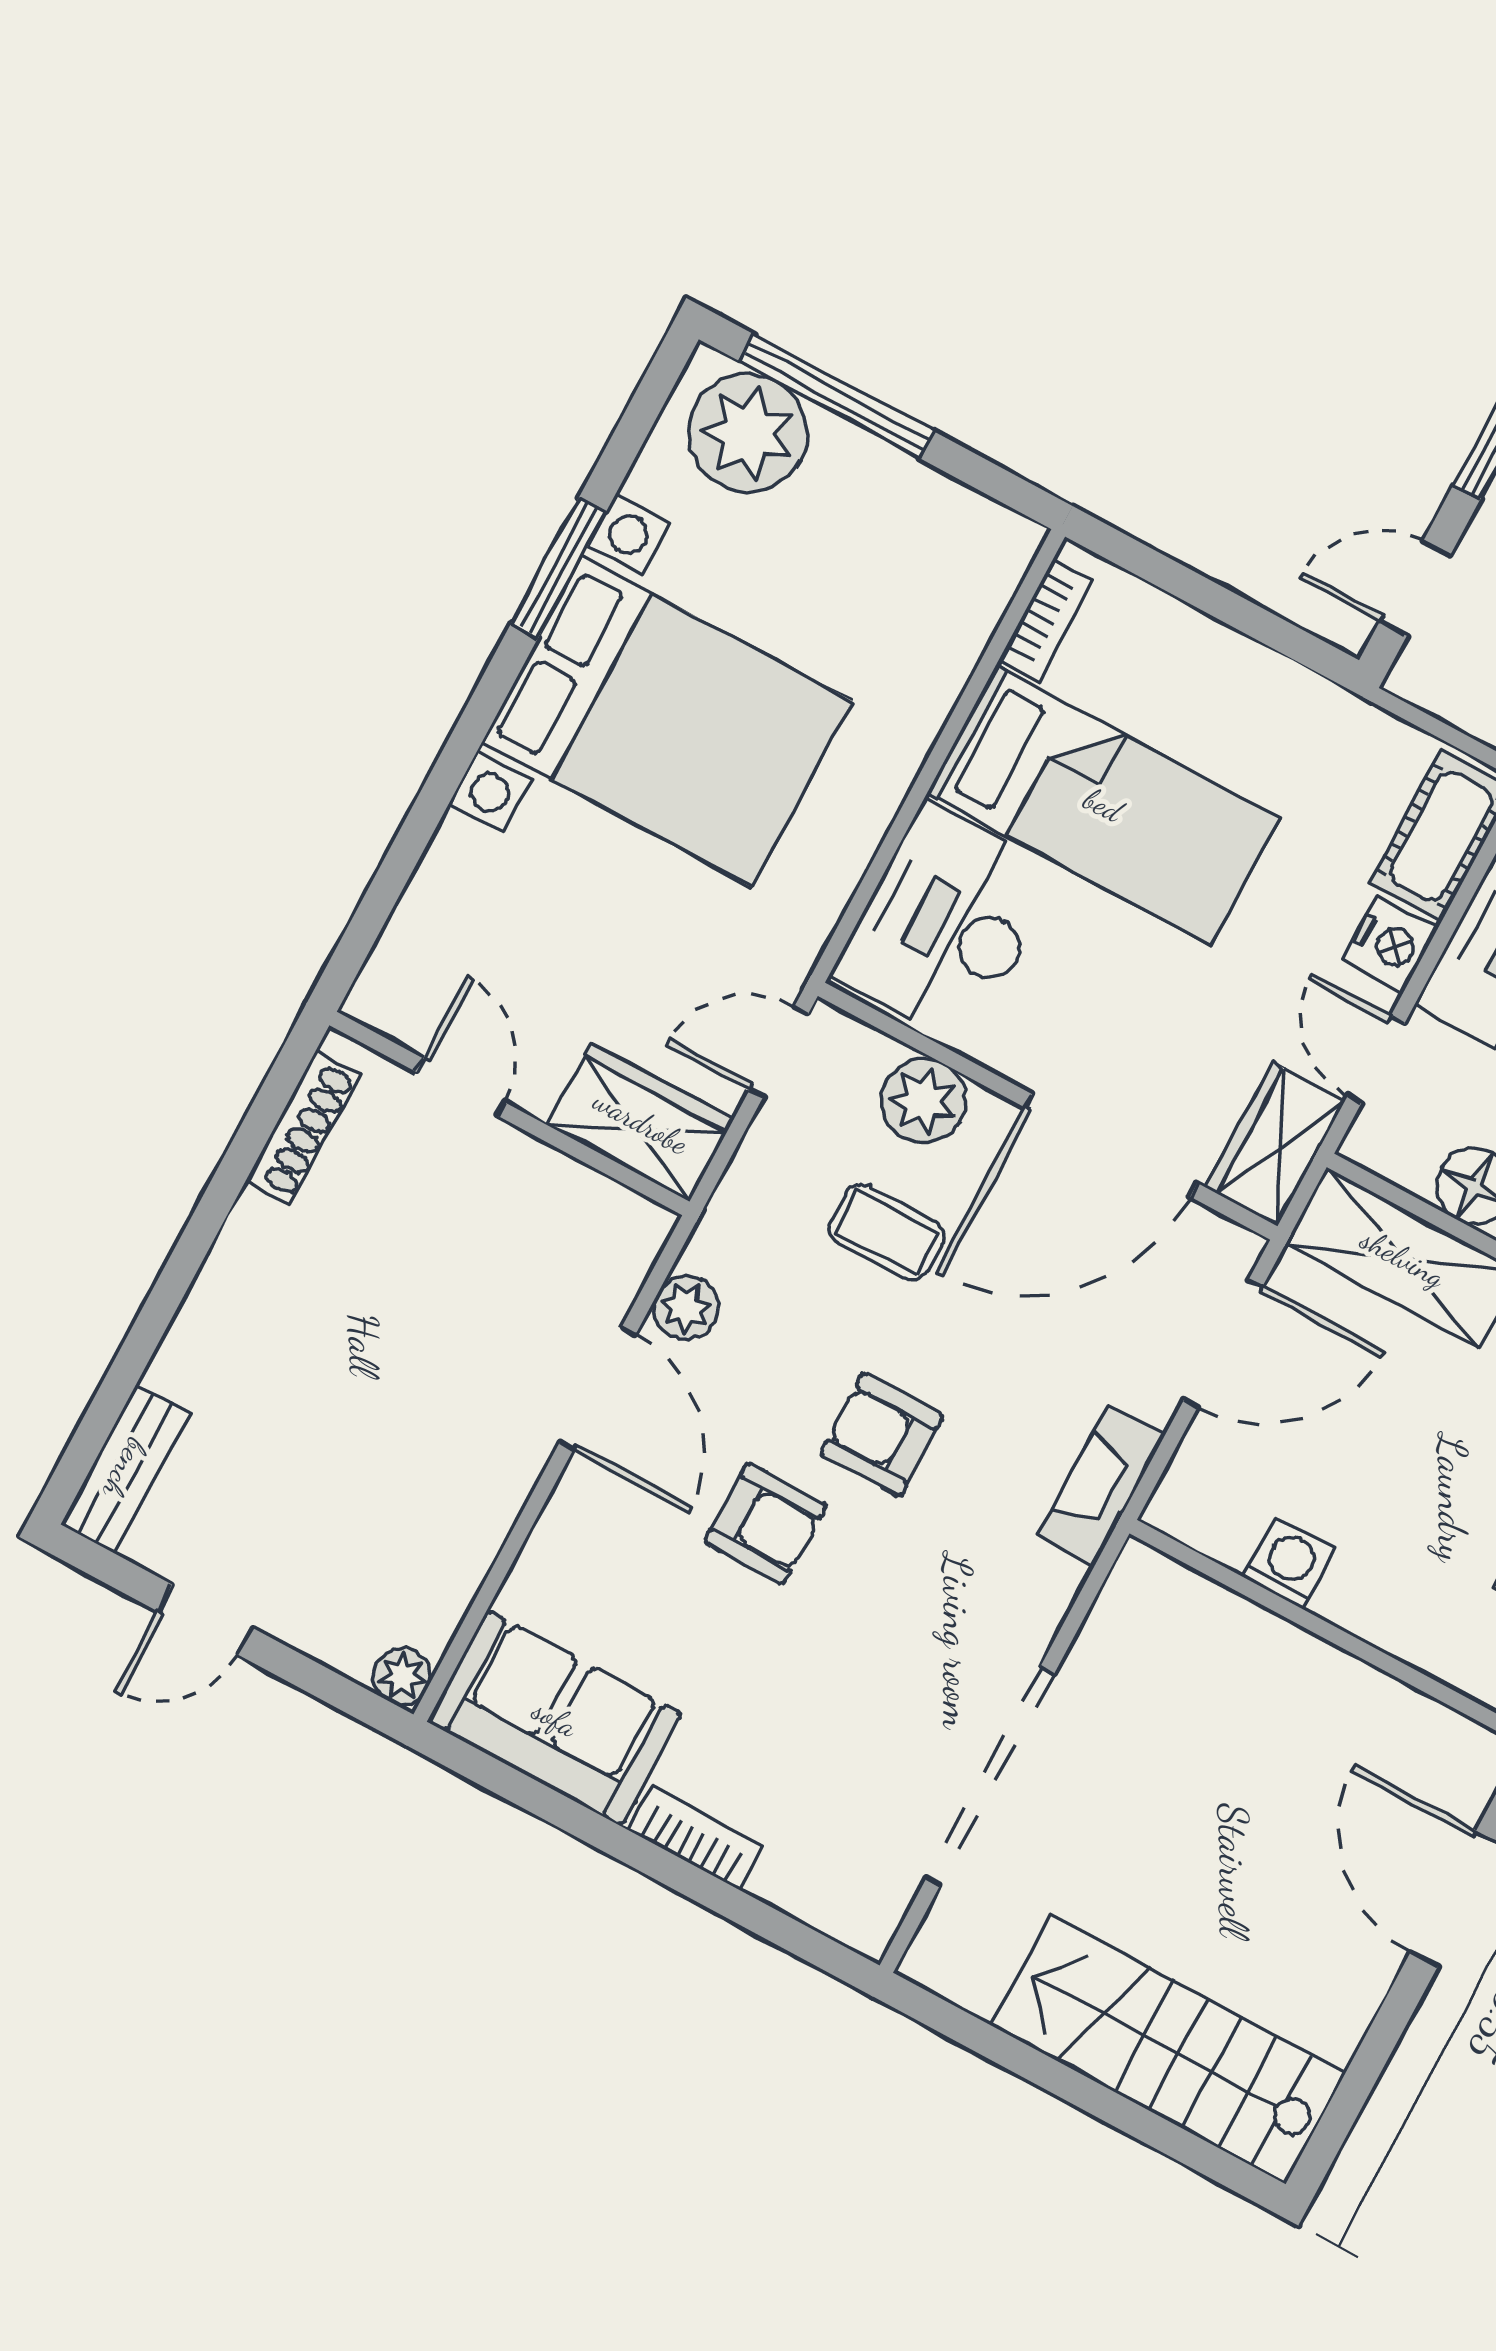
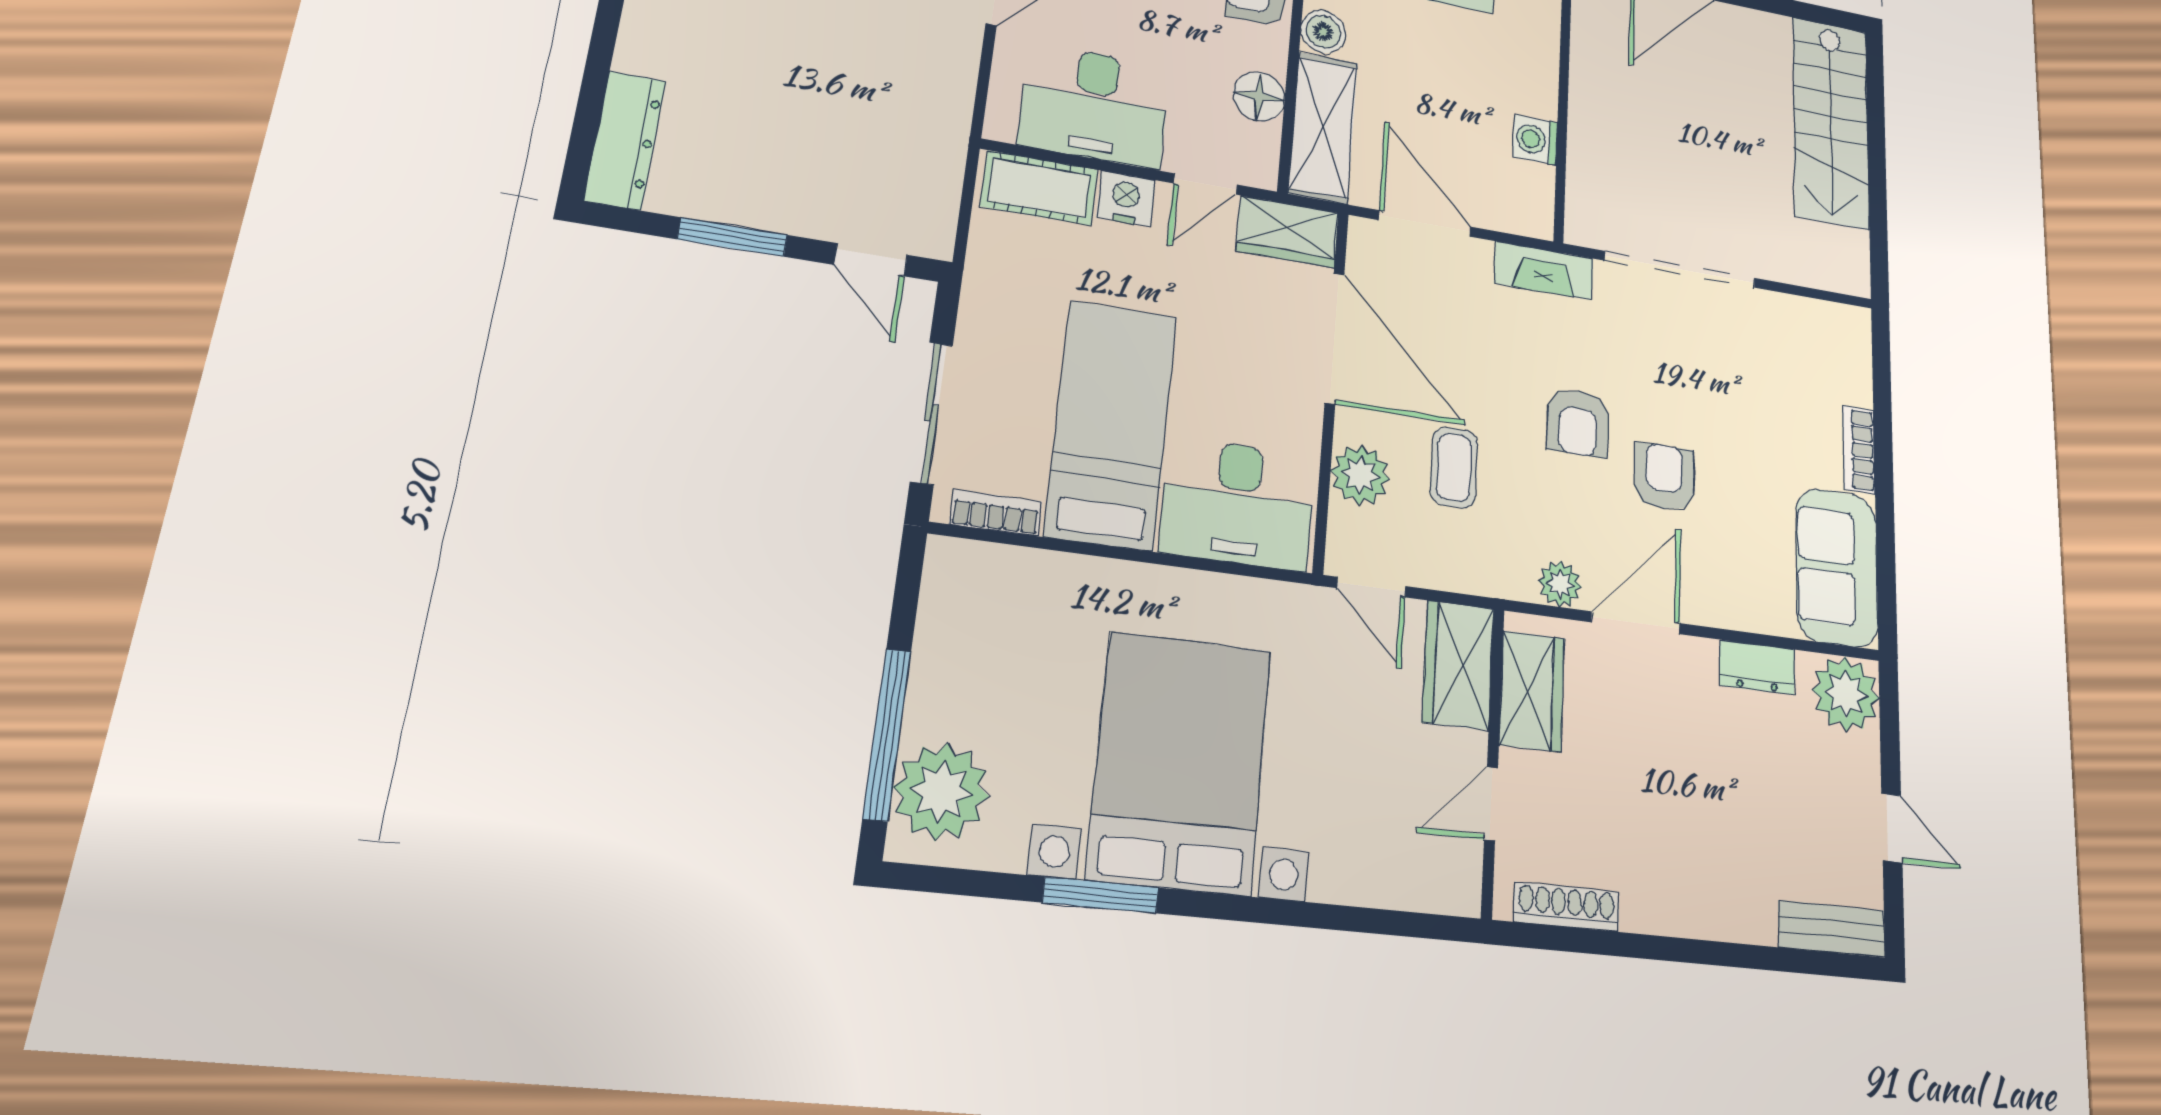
sliding door: (1196, 590) -> (932, 413), added
wardrobe: (570, 1205) -> (1532, 691), added
dresser: (475, 1532) -> (1757, 667), added
plant: (402, 1676) -> (1846, 694), width x1.88, depth x1.88
doorway: (990, 1776) -> (1680, 269), moved

